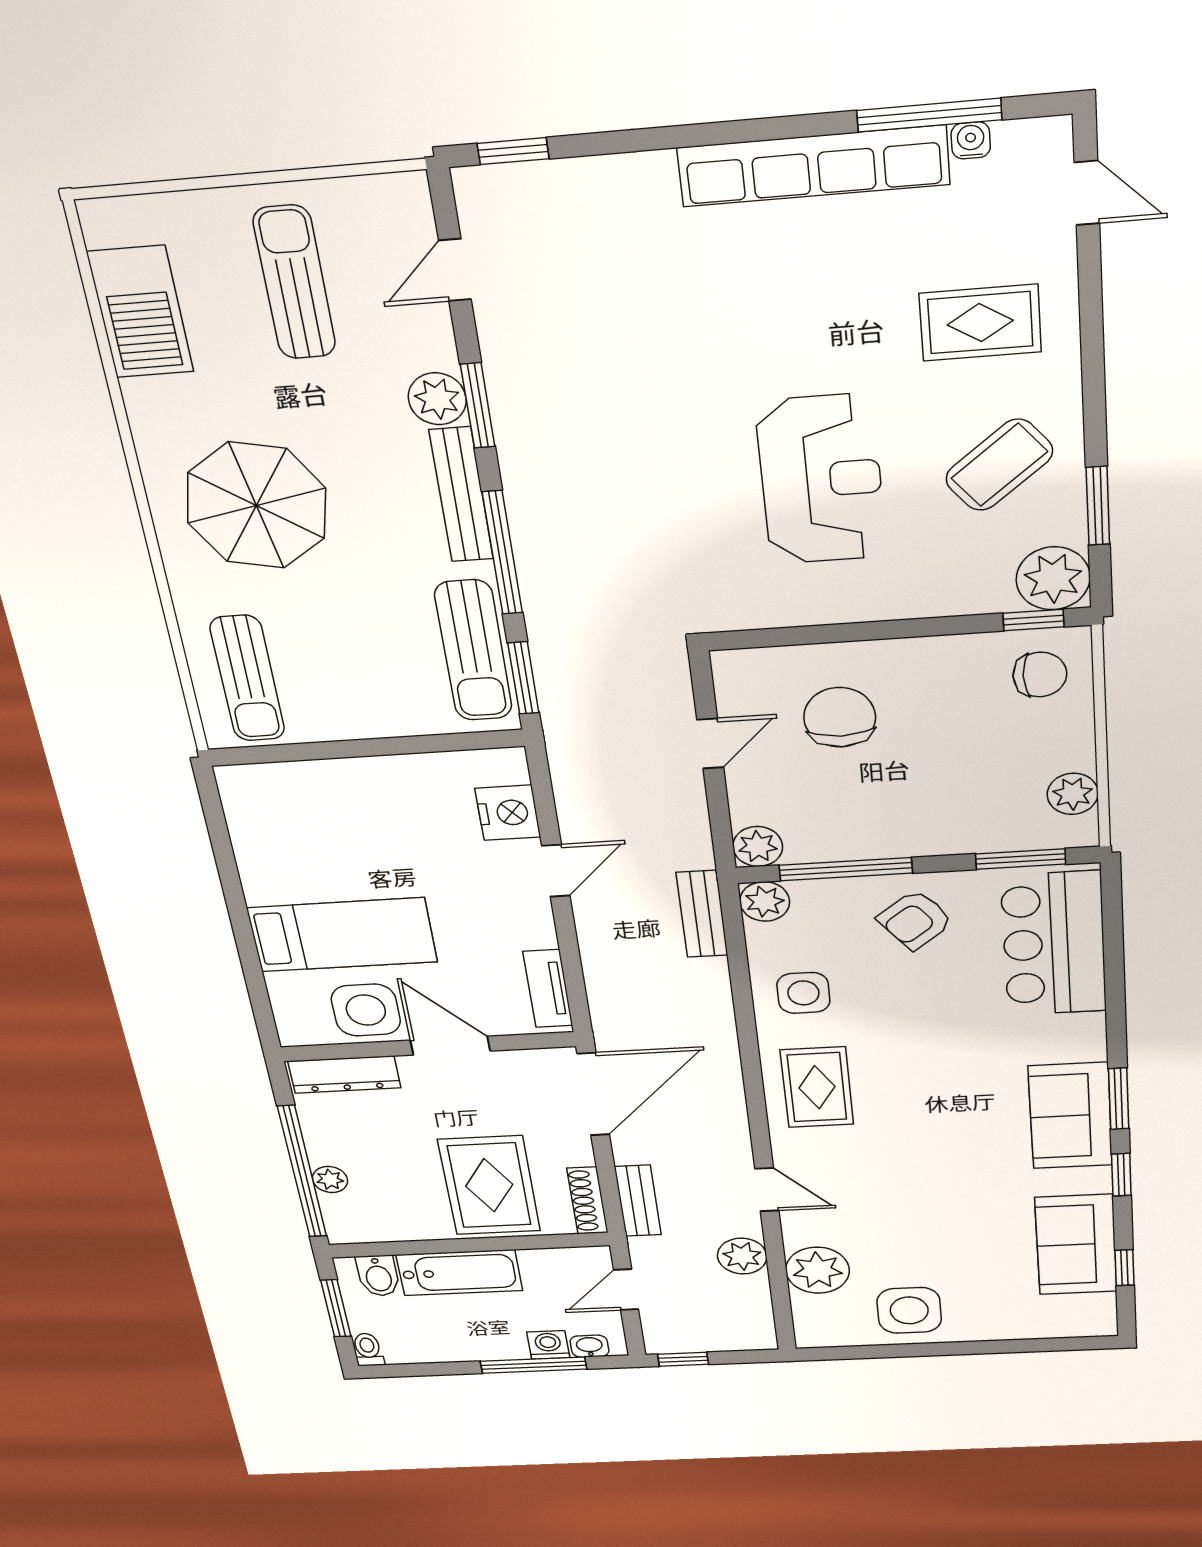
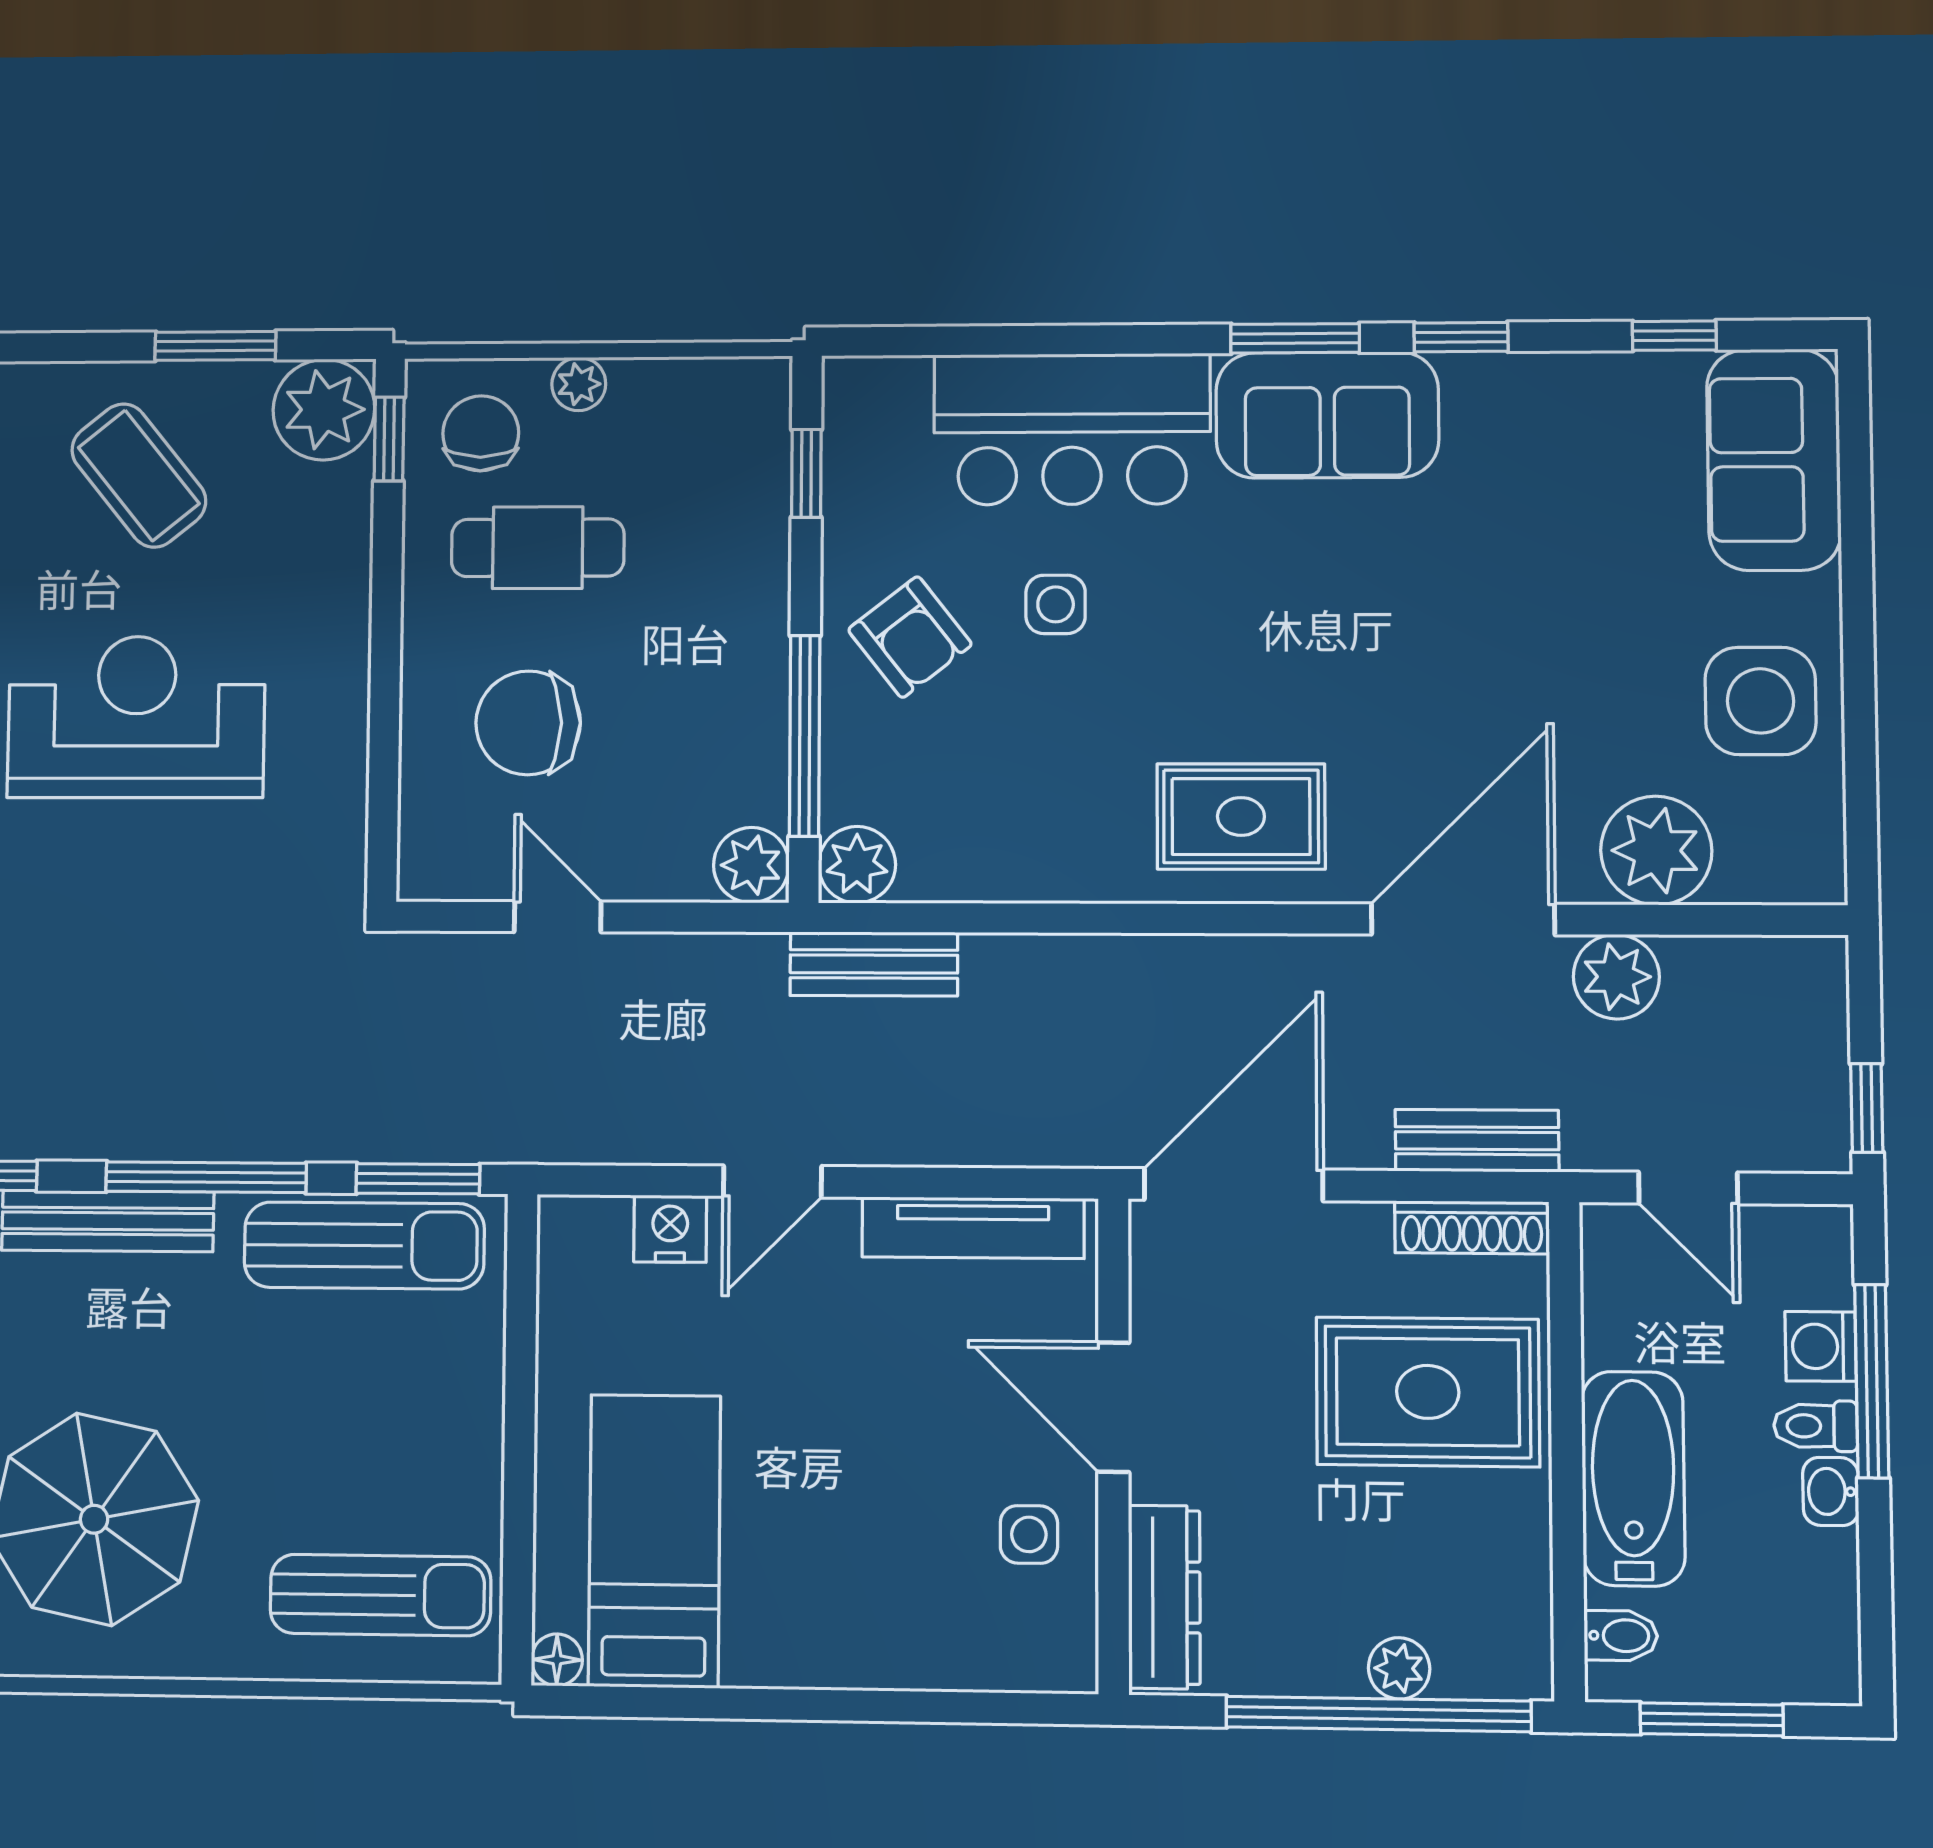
cafe table: (961, 714) -> (538, 548), added
floor lamp: (231, 778) -> (557, 1660), added
plant: (1073, 794) -> (579, 384), moved, width x0.73, depth x0.73
nightstand: (508, 813) -> (670, 1229), width x0.74, depth x0.75
window: (1021, 859) -> (806, 473), width x0.67
door: (556, 871) -> (772, 1181), swing flipped
bed: (342, 935) -> (654, 1541), moved
bar counter: (1054, 944) -> (1072, 429), moved
tv unit: (548, 989) -> (973, 1228), width x1.41
side table: (803, 993) -> (1056, 604), moved, width x0.73, depth x0.73
side table: (366, 1010) -> (1029, 1534), width x0.54, depth x0.54
door: (450, 1046) -> (1113, 1407), hinge flipped
door: (593, 1094) -> (1233, 1185), hinge flipped
door: (767, 1190) -> (1463, 919), width x1.87
sofa: (1076, 1245) -> (1774, 460), moved, turned 90
bidet: (378, 1276) -> (1621, 1636), width x0.72, depth x0.74
washbasin: (590, 1346) -> (1831, 1491), moved
toilet: (368, 1350) -> (1816, 1426), moved

